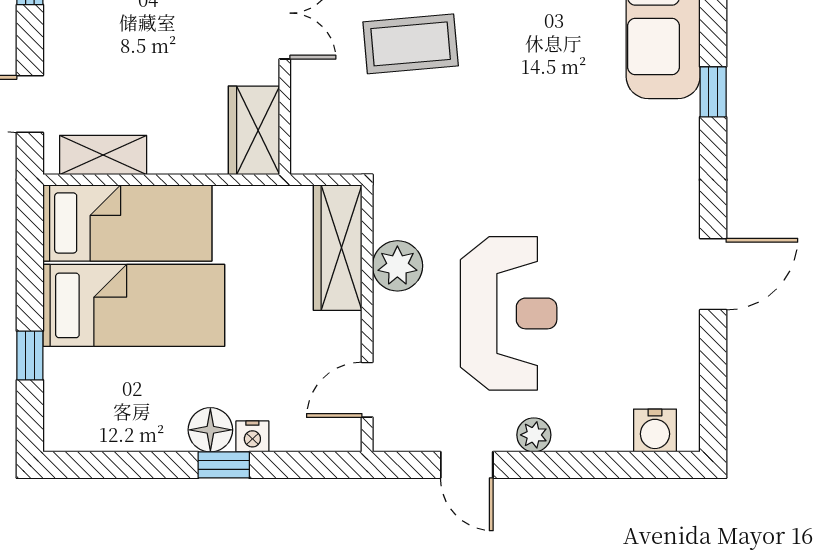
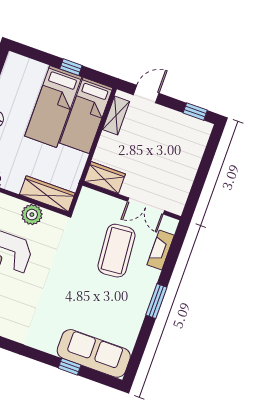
coffee table: (411, 44) -> (116, 251), width x1.36, depth x1.32
window: (713, 92) -> (70, 367), moved
window: (30, 356) -> (71, 67), moved

